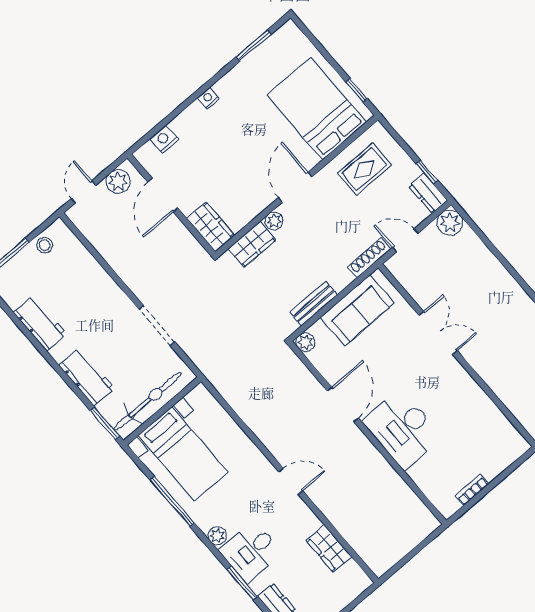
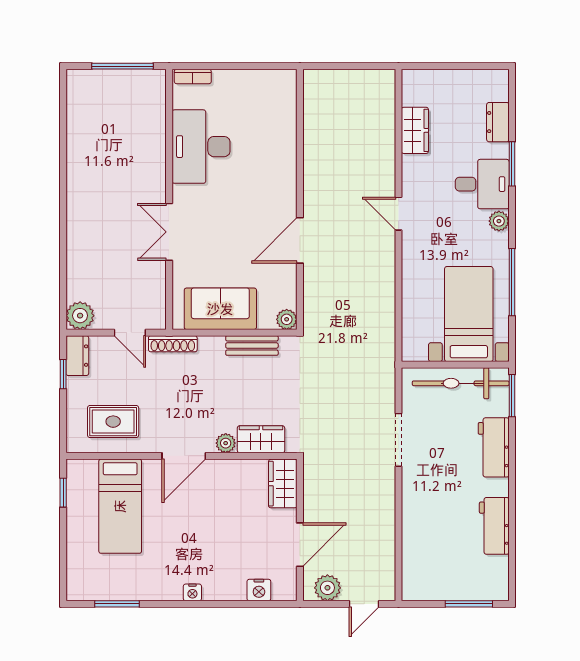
bed: (317, 109) -> (120, 506), width x0.67
stool: (45, 245) -> (434, 587), removed
desk: (402, 429) -> (201, 147), moved, turned 180
bookcase: (472, 490) -> (193, 76), moved

